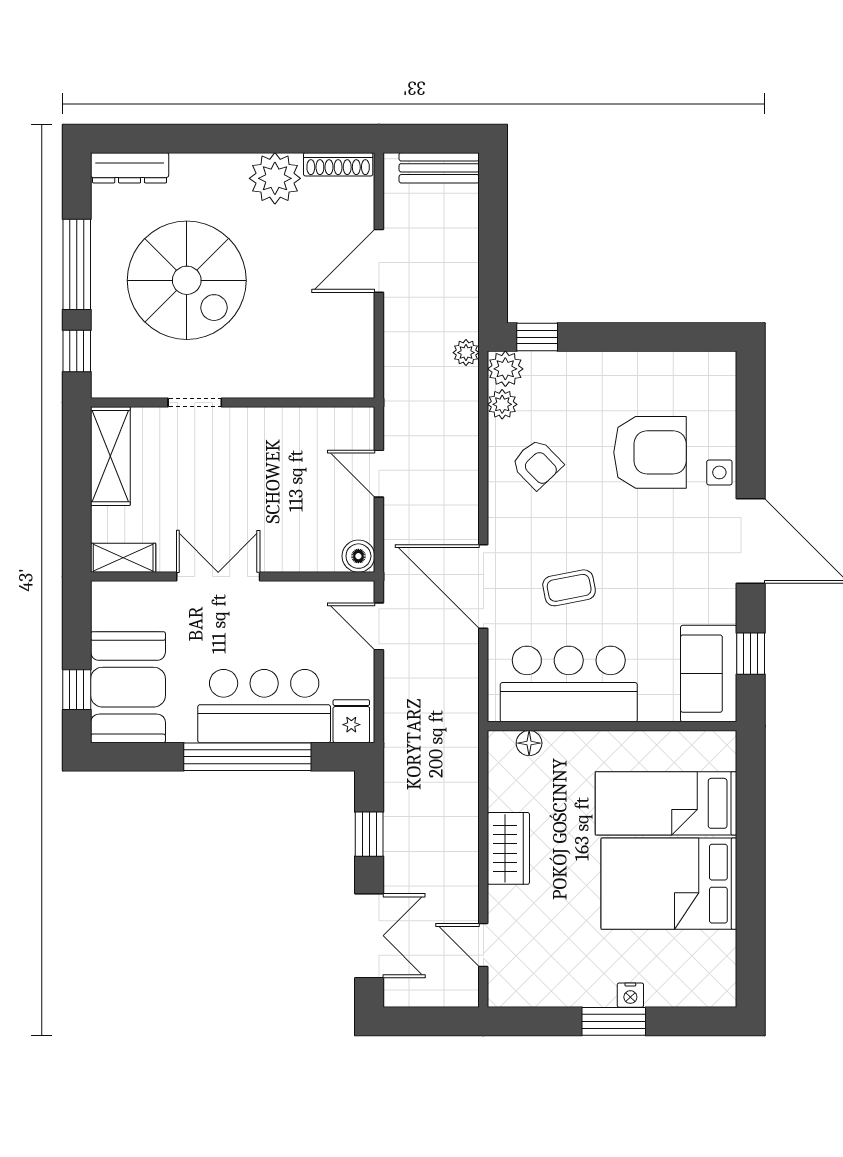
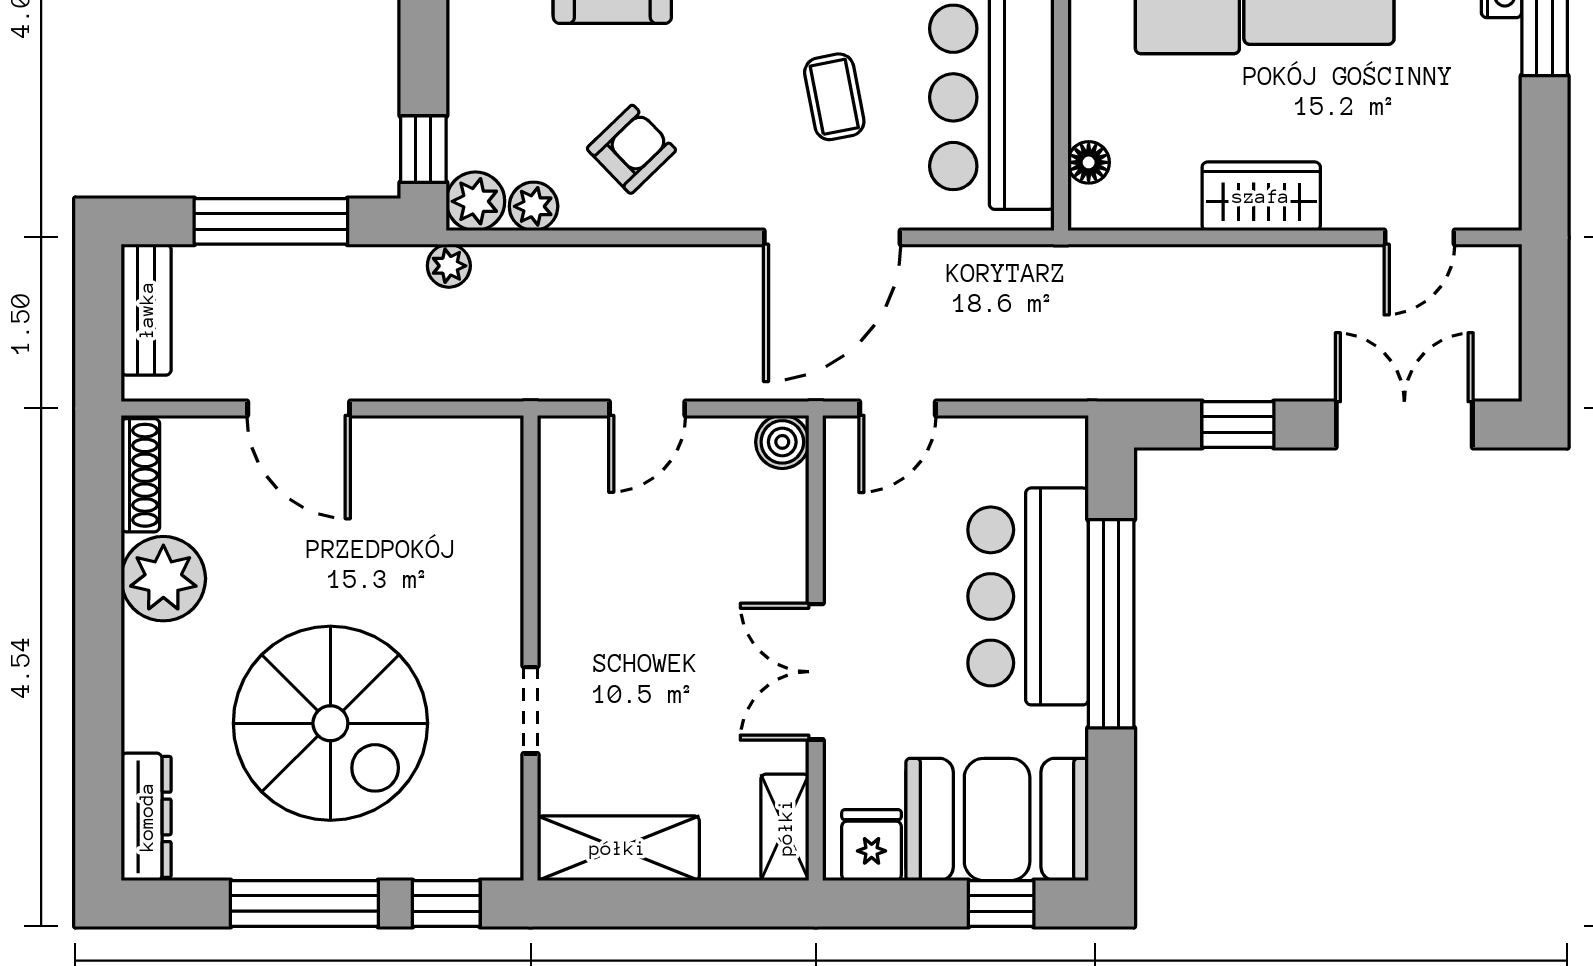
window: (493, 244) -> (271, 221), added
spiral stairs: (187, 280) -> (330, 723), turned 90
fridge: (351, 721) -> (872, 845), moved, turned 90

